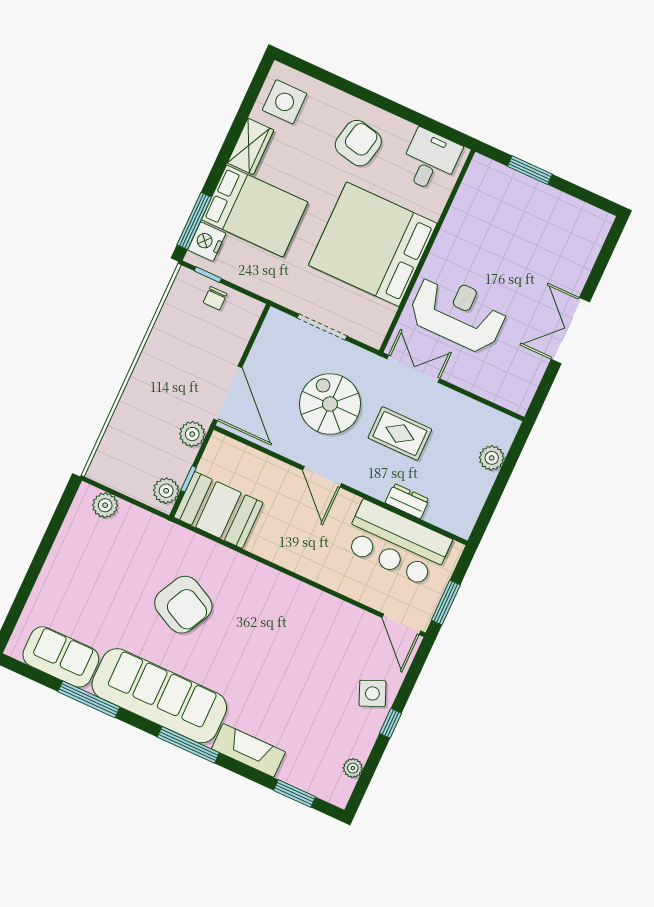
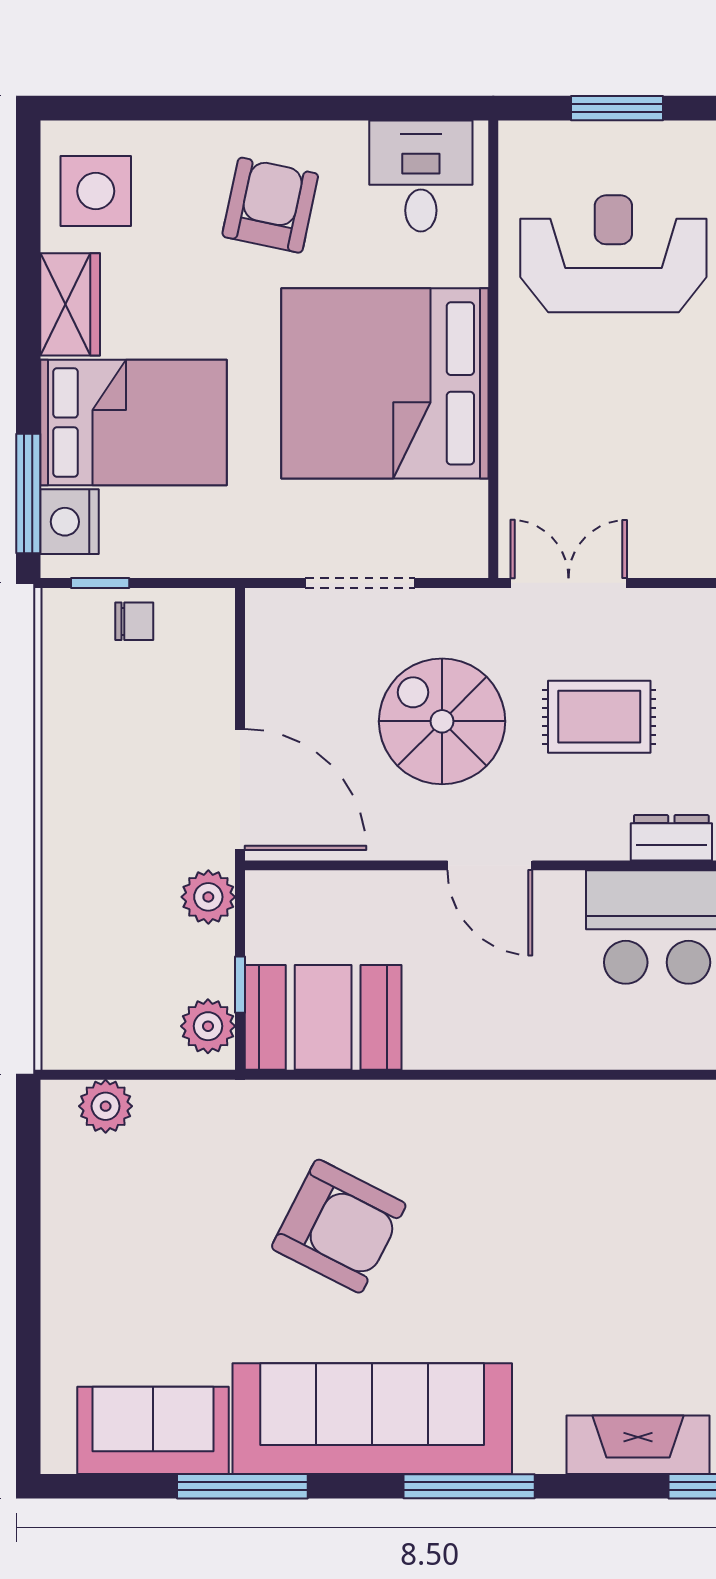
chair: (215, 298) -> (134, 621), turned -90
reception desk: (458, 313) -> (613, 254), moved
fireplace: (248, 750) -> (638, 1445), moved

